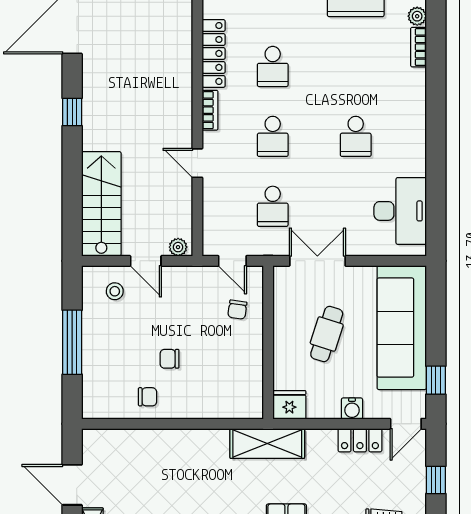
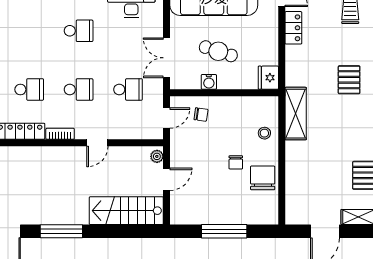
window: (72, 112) -> (61, 231), width x2.17
stool: (115, 291) -> (264, 133), moved
chair: (148, 397) -> (263, 178), width x1.87, depth x1.87
water cooler: (352, 409) -> (209, 82), moved, turned 90
shelving: (267, 443) -> (296, 114), moved

